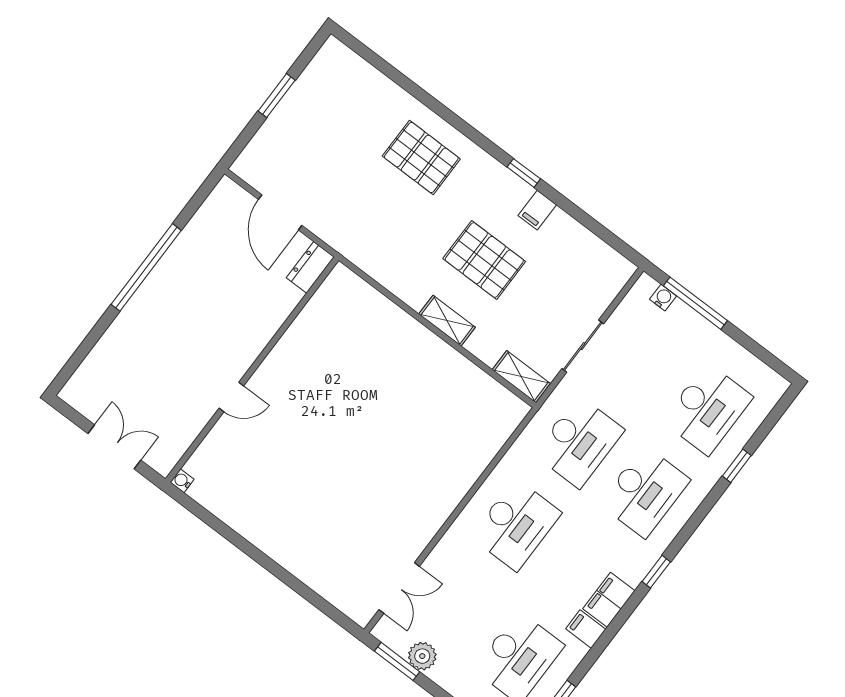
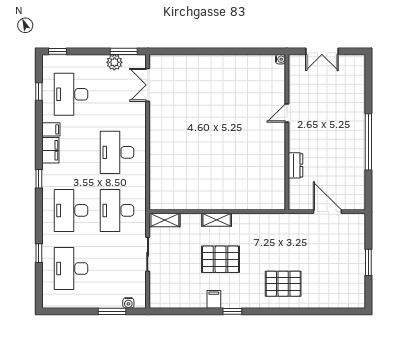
dresser: (310, 267) -> (295, 165), moved
window: (695, 303) -> (112, 311), width x0.69

